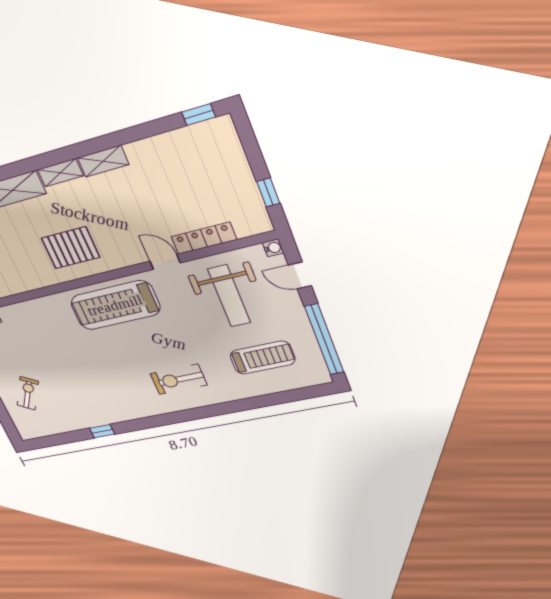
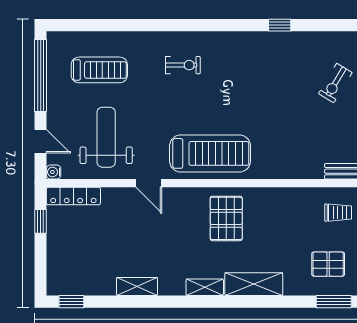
shelving: (103, 161) -> (137, 286), moved
locker: (204, 238) -> (73, 196), moved
pallet: (71, 248) -> (226, 218), turned 90
treadmill: (262, 358) -> (99, 70), turned 180
exercise bike: (179, 379) -> (183, 65), width x0.73, depth x0.72

